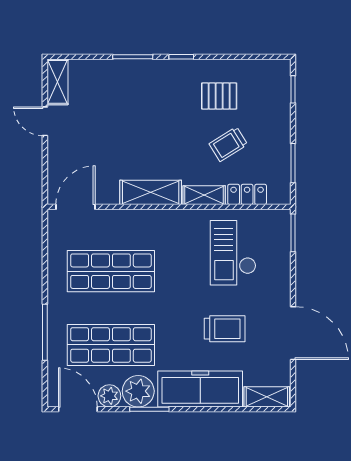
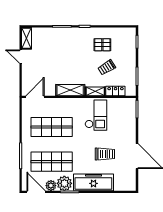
checkout: (233, 253) -> (96, 115), moved, turned 180
shelving: (267, 397) -> (125, 186), removed

